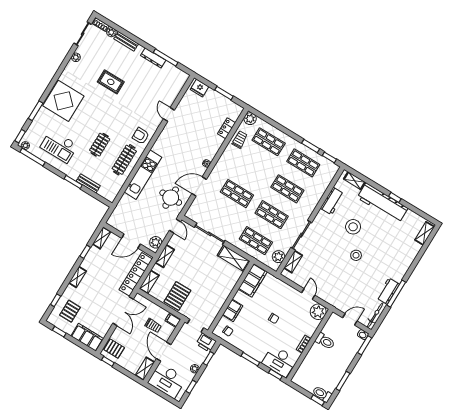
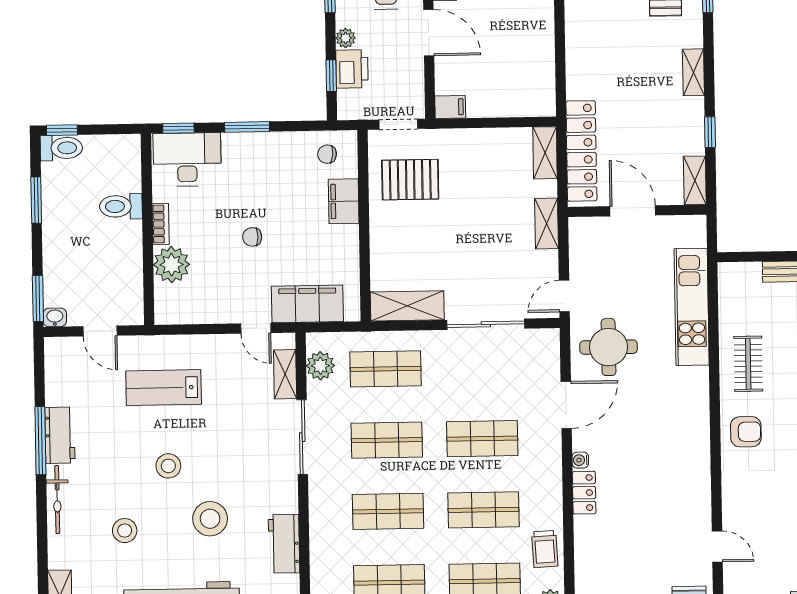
door: (169, 115) -> (717, 547), moved
locker: (226, 128) -> (584, 493), moved
clothes rail: (124, 160) -> (748, 364), width x0.73
shop shelf: (253, 168) -> (484, 510), added
kitchen unit: (143, 175) -> (692, 307), moved
door: (175, 226) -> (564, 296), hinge flipped
door: (131, 241) -> (633, 211), hinge flipped
plant: (156, 242) -> (582, 240), removed
stool: (386, 242) -> (125, 531), added
filing cabinet: (253, 280) -> (307, 304), moved, turned 90
lab bench: (340, 285) -> (164, 388), added
door: (308, 294) -> (256, 328), moved
pallet: (177, 296) -> (410, 180), moved, turned 90
double door: (123, 311) -> (560, 62), removed
plant: (318, 312) -> (172, 265), moved
bicycle: (375, 315) -> (57, 500), moved
door: (350, 319) -> (100, 331), hinge flipped
trolley: (153, 326) -> (482, 71), removed
toilet: (325, 341) -> (121, 206), moved
printer: (206, 343) -> (352, 69), moved, turned 90

